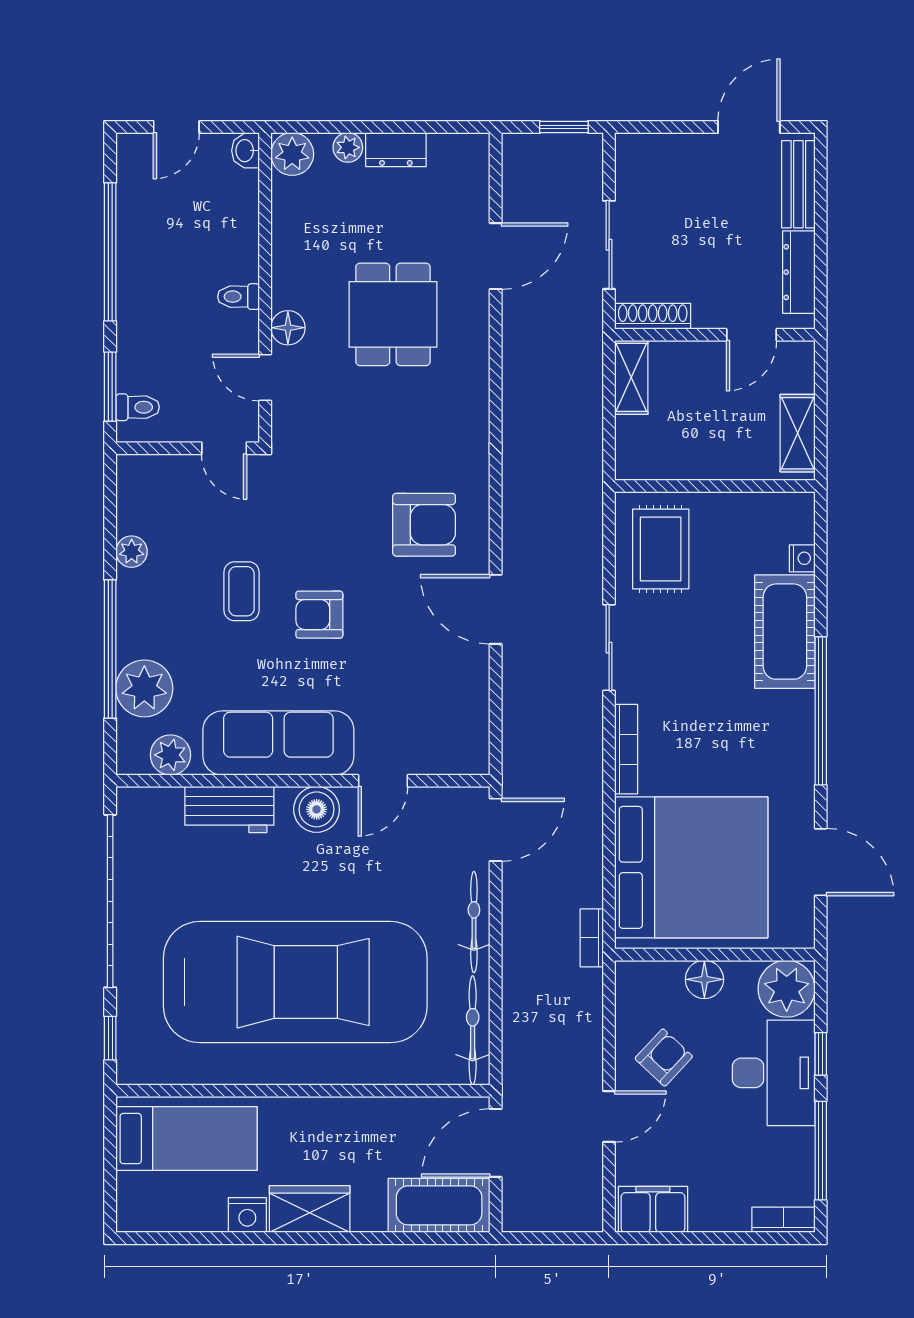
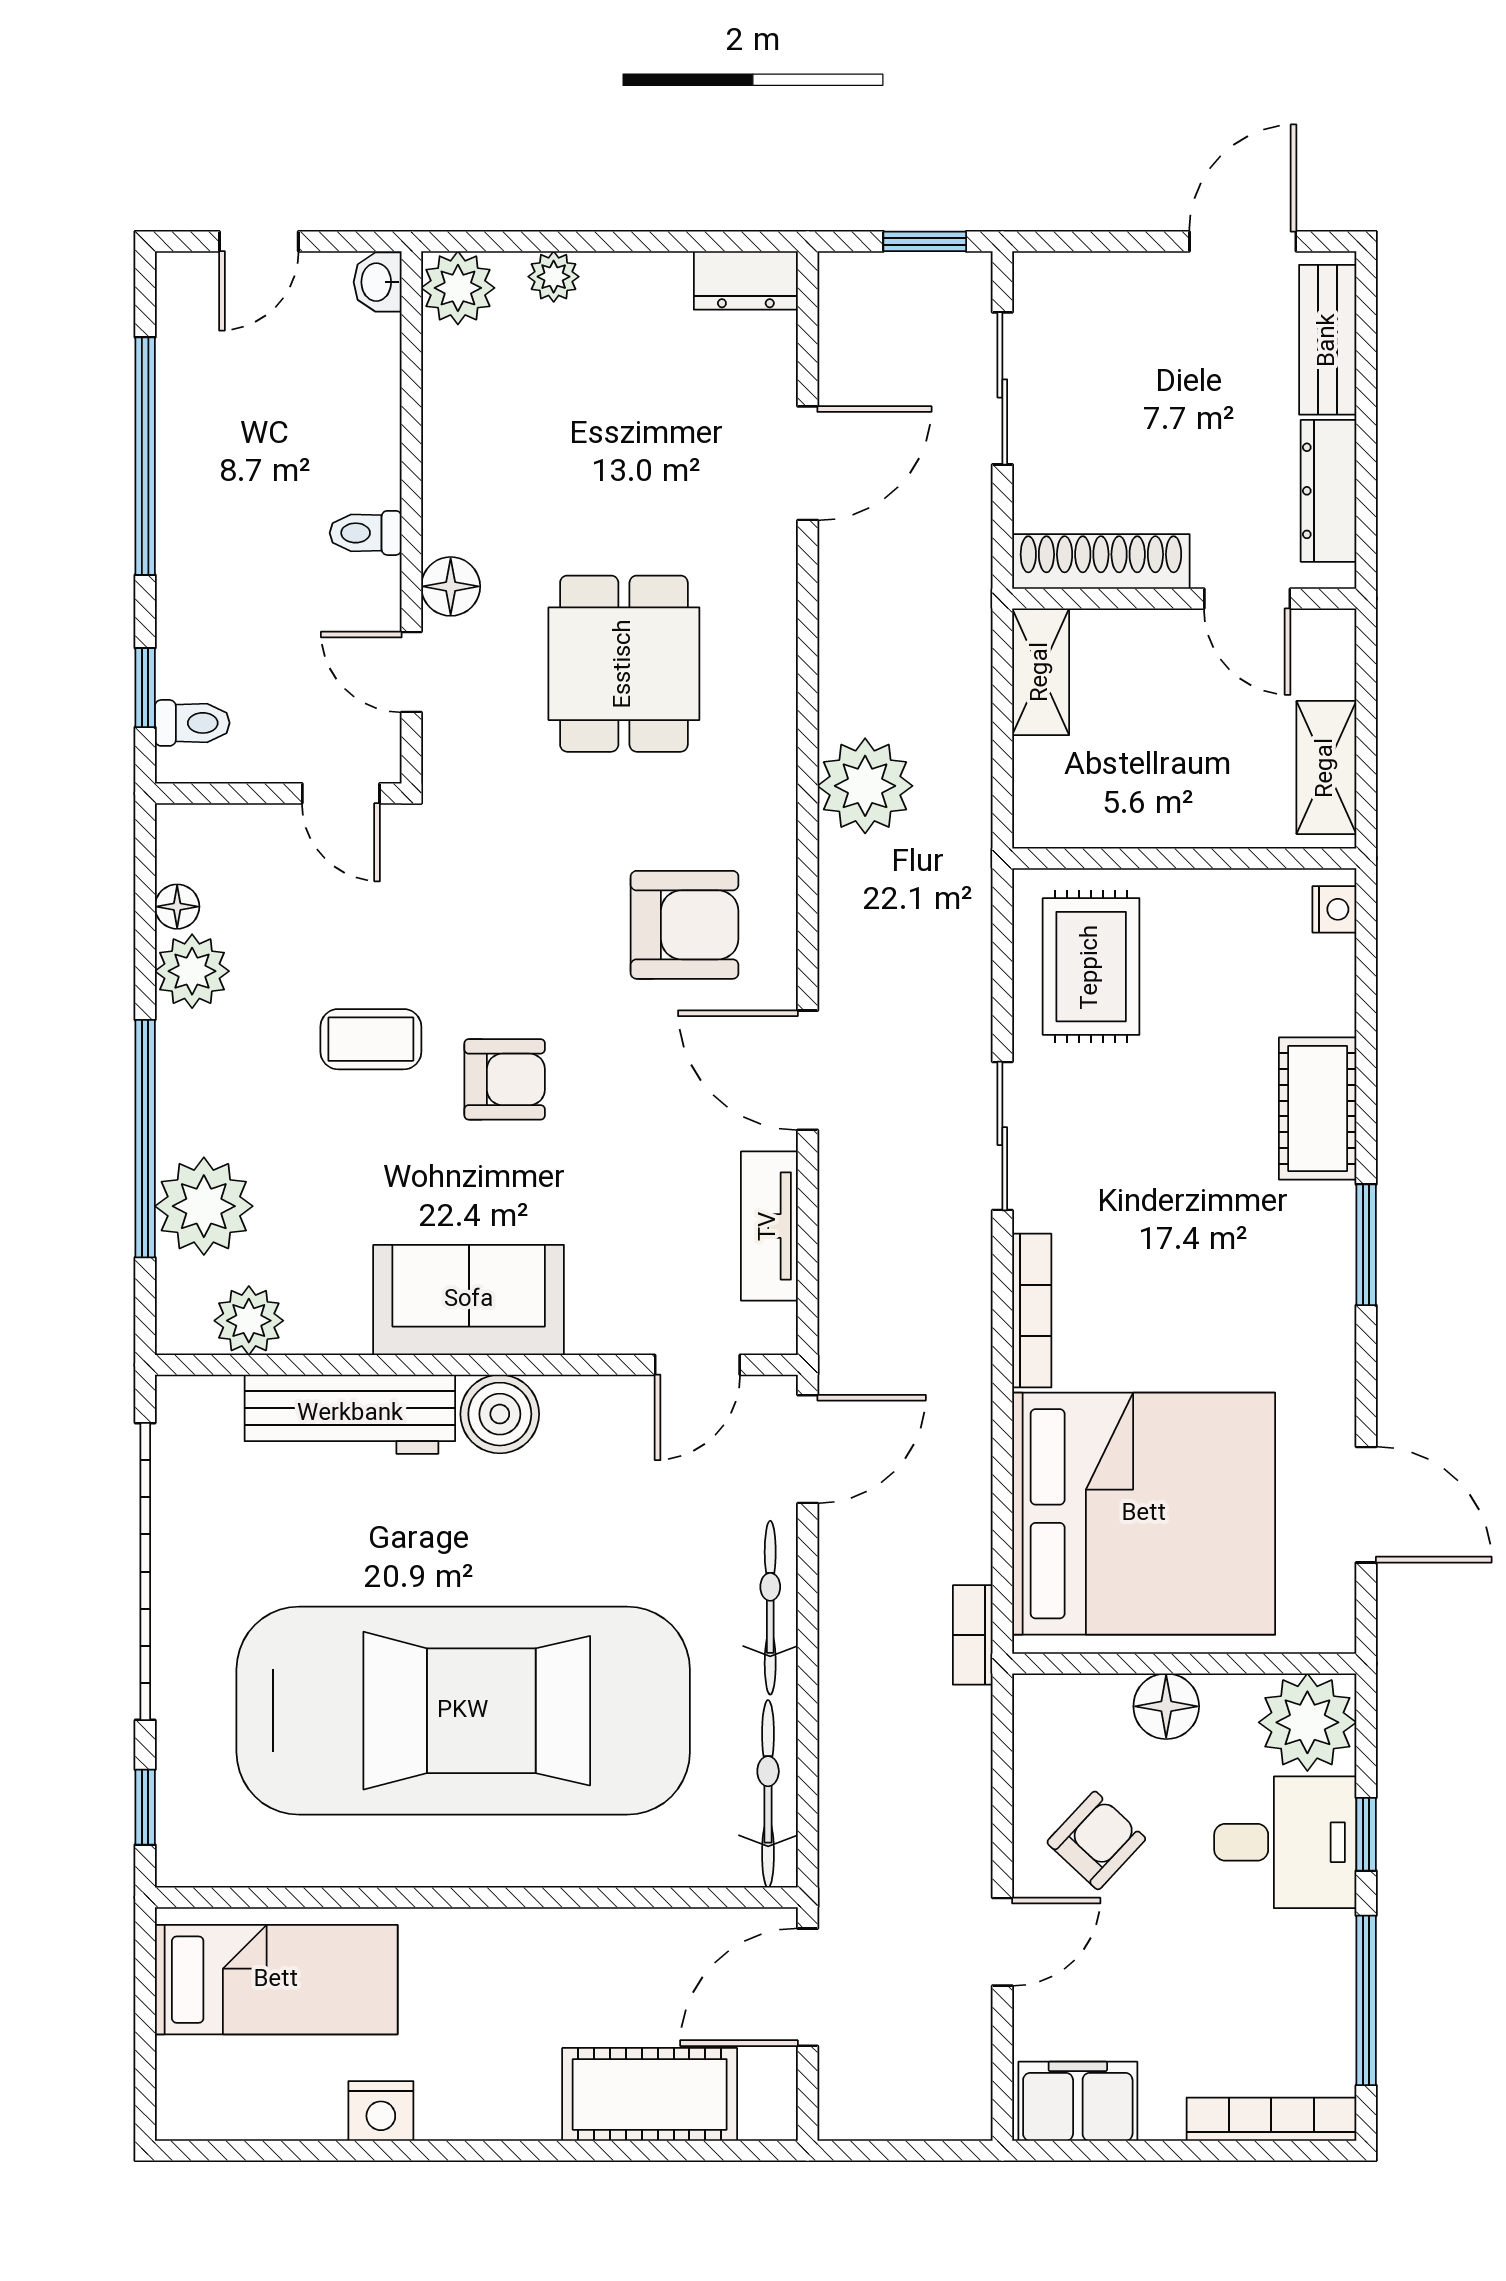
dresser: (396, 150) -> (746, 280), moved
sliding door: (609, 245) -> (1002, 388), moved
dining table: (393, 314) -> (624, 664), moved
shoe rack: (653, 316) -> (1101, 561), width x1.36, depth x1.24
door: (752, 335) -> (1247, 599), hinge flipped
window: (110, 387) -> (145, 688), width x0.67
plant: (529, 444) -> (865, 786), added
floor lamp: (129, 514) -> (177, 907), added
plant: (132, 552) -> (192, 971), width x1.38, depth x1.38
nightstand: (802, 558) -> (1334, 909), moved
coffee table: (242, 591) -> (371, 1039), turned 90
armchair: (319, 615) -> (505, 1079), turned 180
cot: (785, 632) -> (1318, 1108), width x0.73, depth x0.75
tv unit: (473, 700) -> (769, 1226), added
window: (821, 711) -> (1366, 1245), width x0.47
sofa: (278, 743) -> (469, 1300), width x0.73
door: (383, 781) -> (697, 1365), moved
workbench: (229, 809) -> (350, 1414), width x1.38
desk: (774, 1073) -> (1285, 1842), width x0.73
cot: (439, 1205) -> (650, 2094), moved
wardrobe: (310, 1209) -> (488, 2101), removed
bookcase: (783, 1220) -> (1271, 2119), width x1.56

